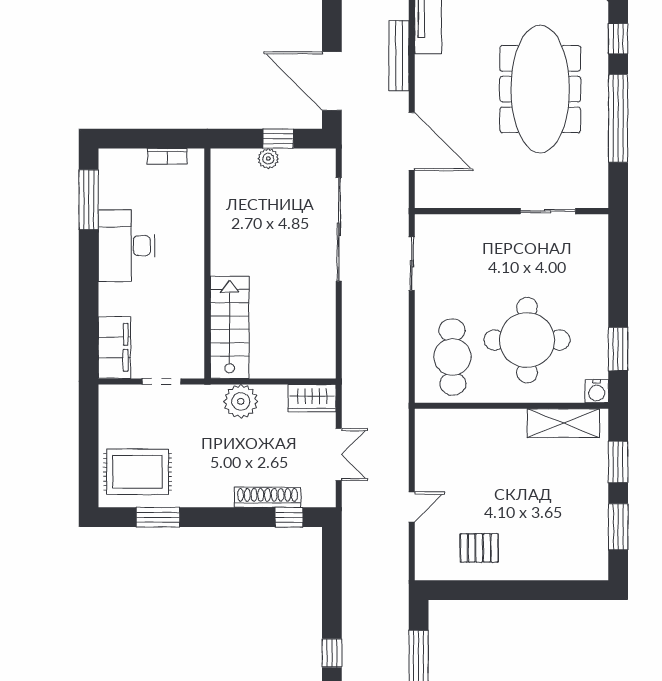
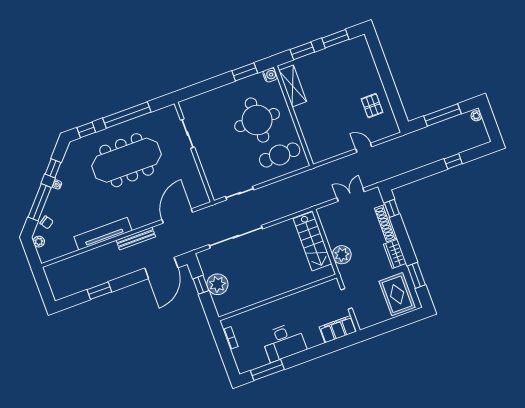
plant: (268, 159) -> (217, 284), width x1.88, depth x1.88
stairs: (230, 327) -> (313, 241), moved, turned -90
wardrobe: (312, 398) -> (395, 254), moved, turned 180

